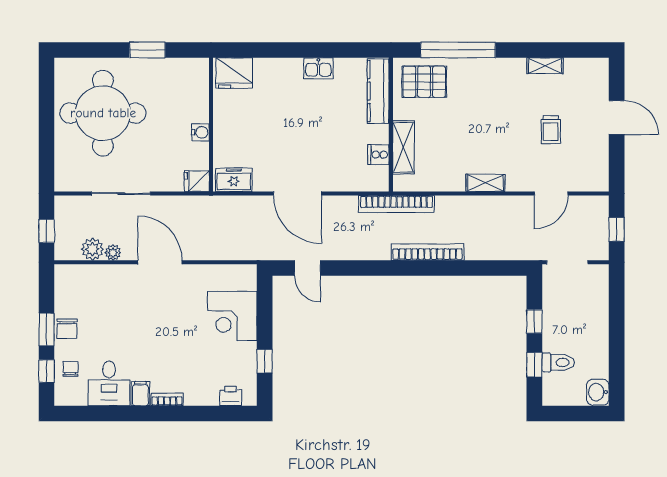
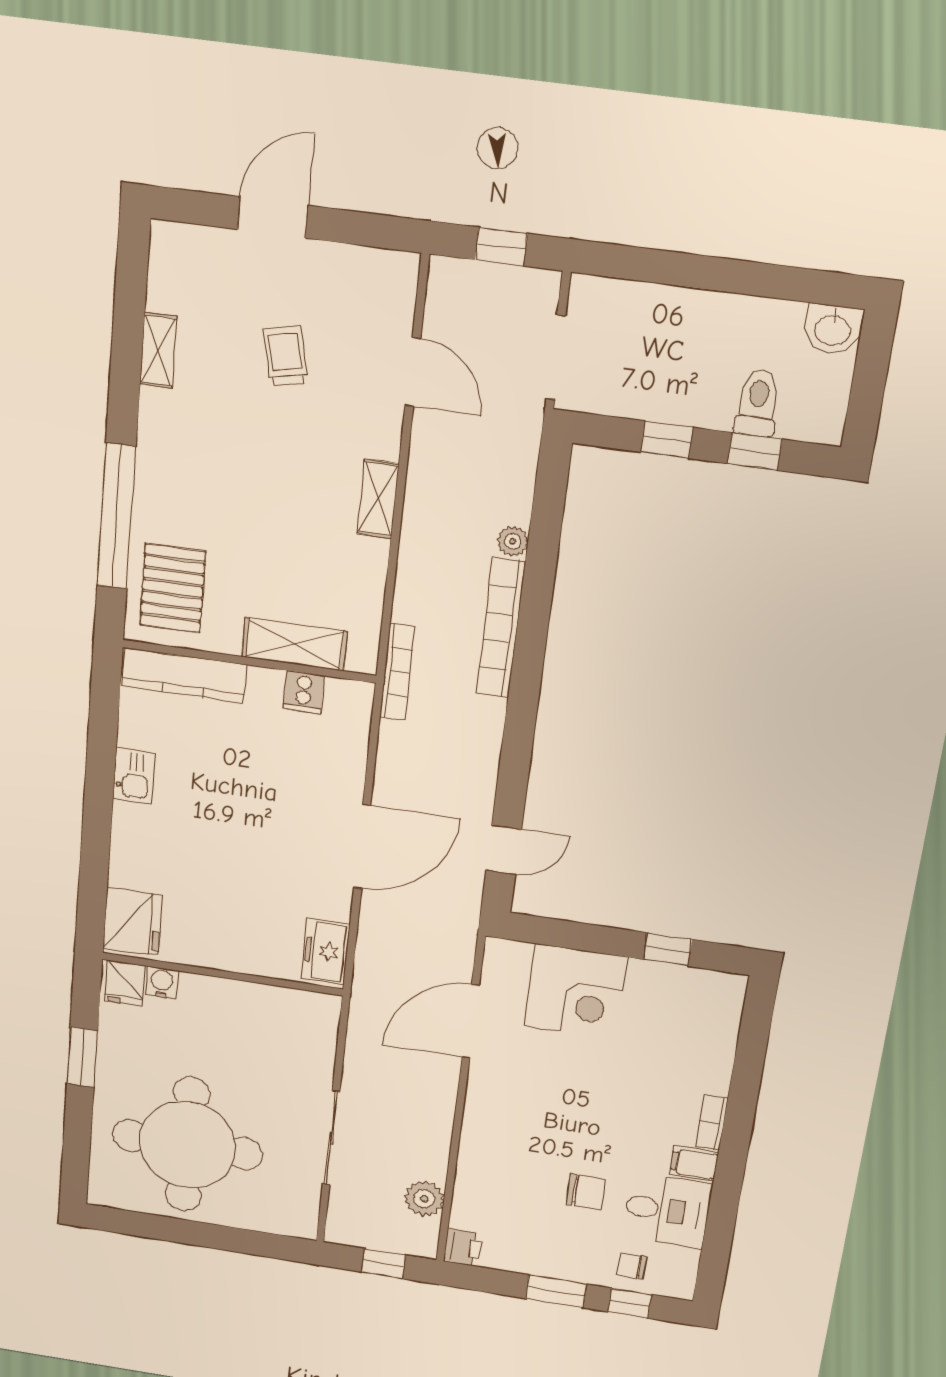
trolley: (551, 130) -> (286, 356), turned -102
water cooler: (200, 132) -> (162, 983), moved
fridge: (197, 181) -> (125, 983), moved
bookcase: (397, 204) -> (397, 672), width x0.68, depth x0.76
plant: (113, 253) -> (513, 541), moved
door: (160, 262) -> (471, 1022), moved
chair: (67, 329) -> (586, 1192), moved
printer: (231, 396) -> (463, 1248), moved, turned 180

